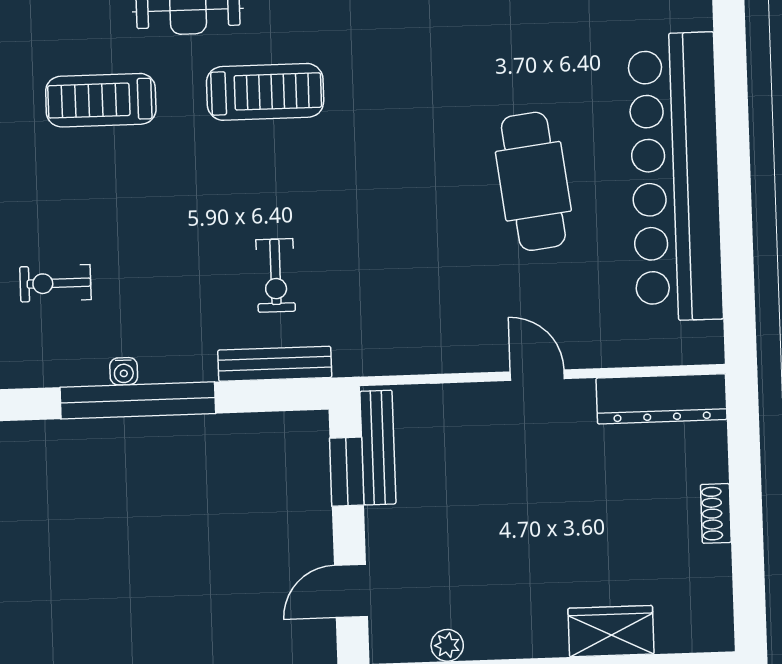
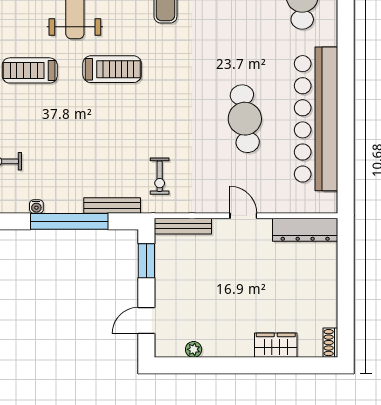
exercise bike: (276, 275) -> (160, 176), moved
window: (138, 400) -> (69, 221), moved
bench: (378, 448) -> (183, 226), moved, turned 90
shoe rack: (716, 513) -> (330, 343), moved

